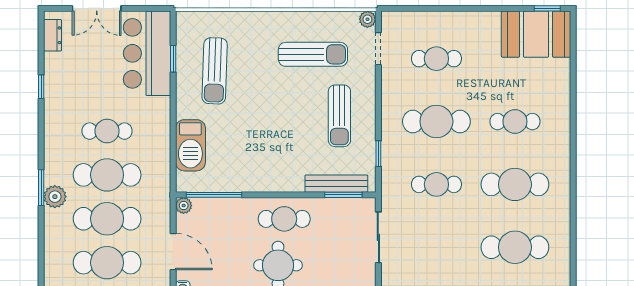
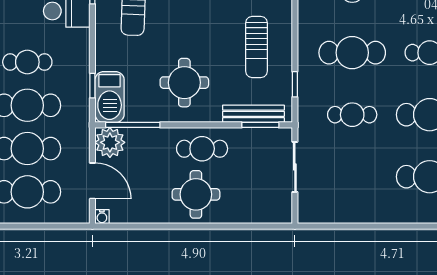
barbecue: (190, 145) -> (110, 97), moved
round table: (266, 152) -> (184, 83), added
window: (173, 155) -> (92, 86), added
plant: (184, 206) -> (110, 142), width x1.88, depth x1.88

